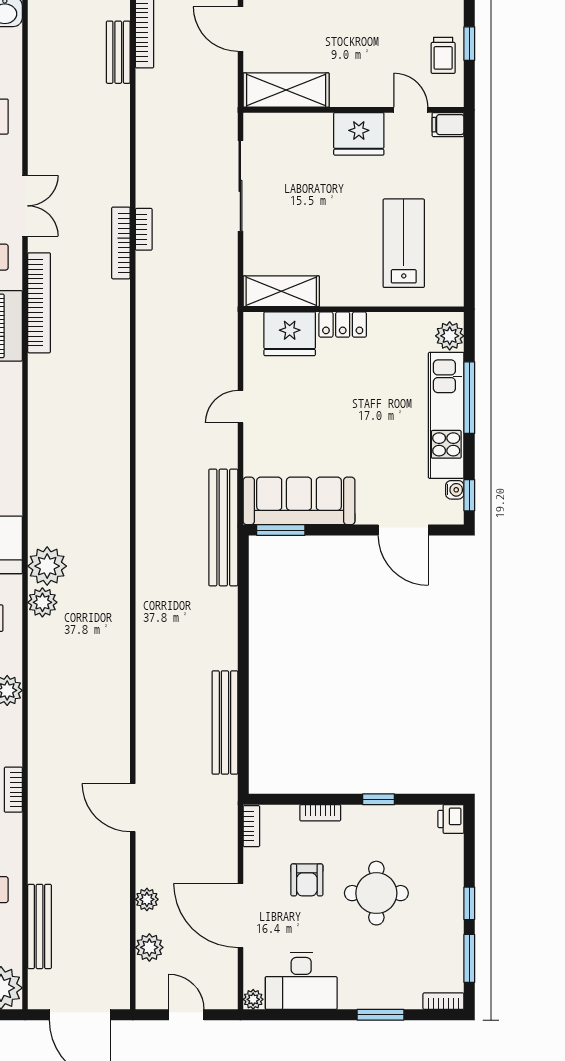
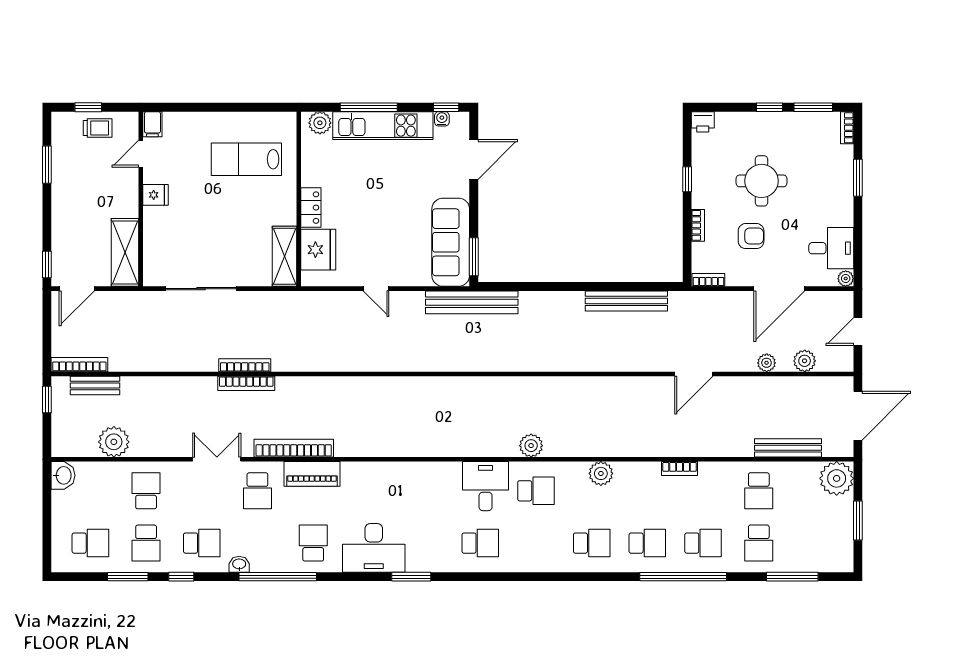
fridge: (359, 134) -> (156, 195), width x0.53, depth x0.75
bookcase: (144, 229) -> (245, 365), width x1.56
plant: (47, 566) -> (114, 442), moved
desk: (301, 981) -> (831, 248), width x0.73

